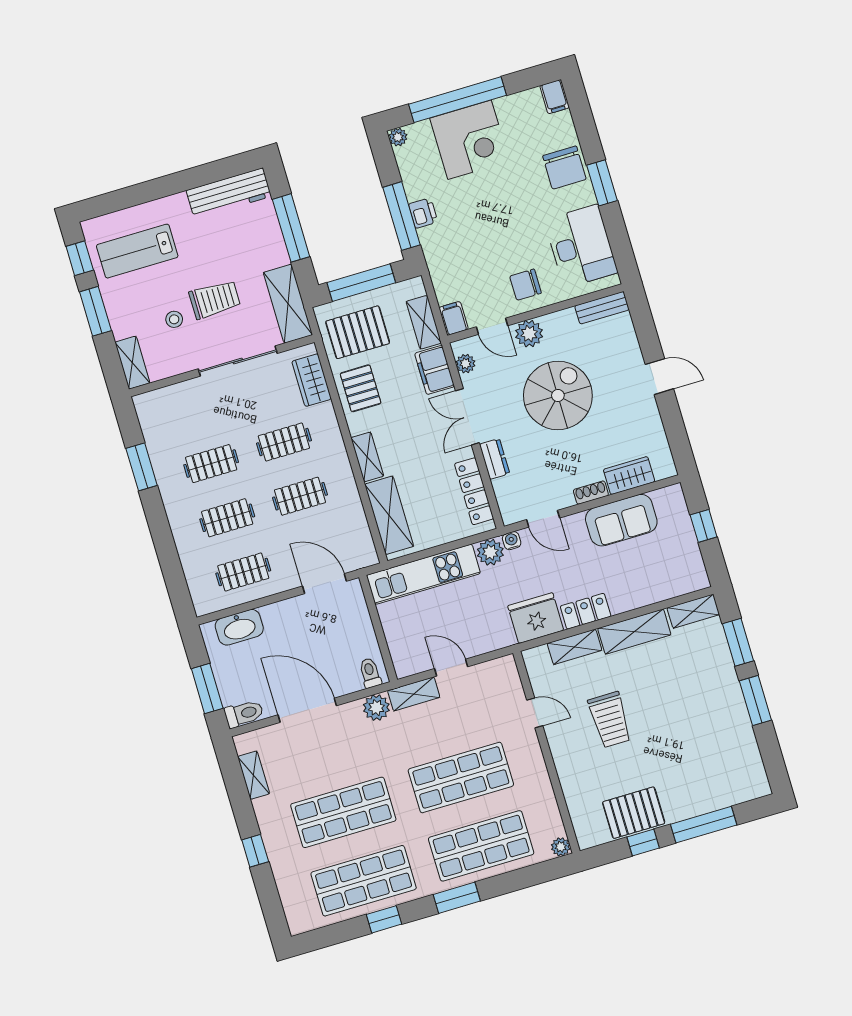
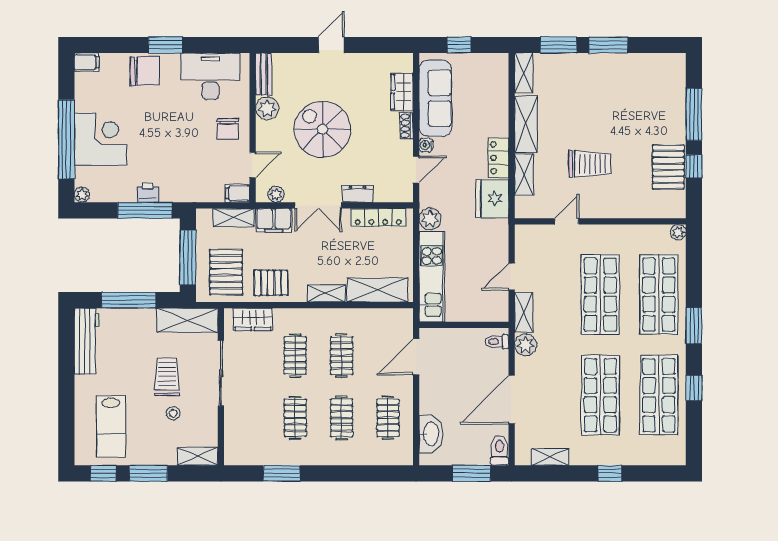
plant: (529, 334) -> (267, 108), moved
sofa: (621, 520) -> (435, 98), width x1.36
water cooler: (512, 541) -> (426, 145), moved

